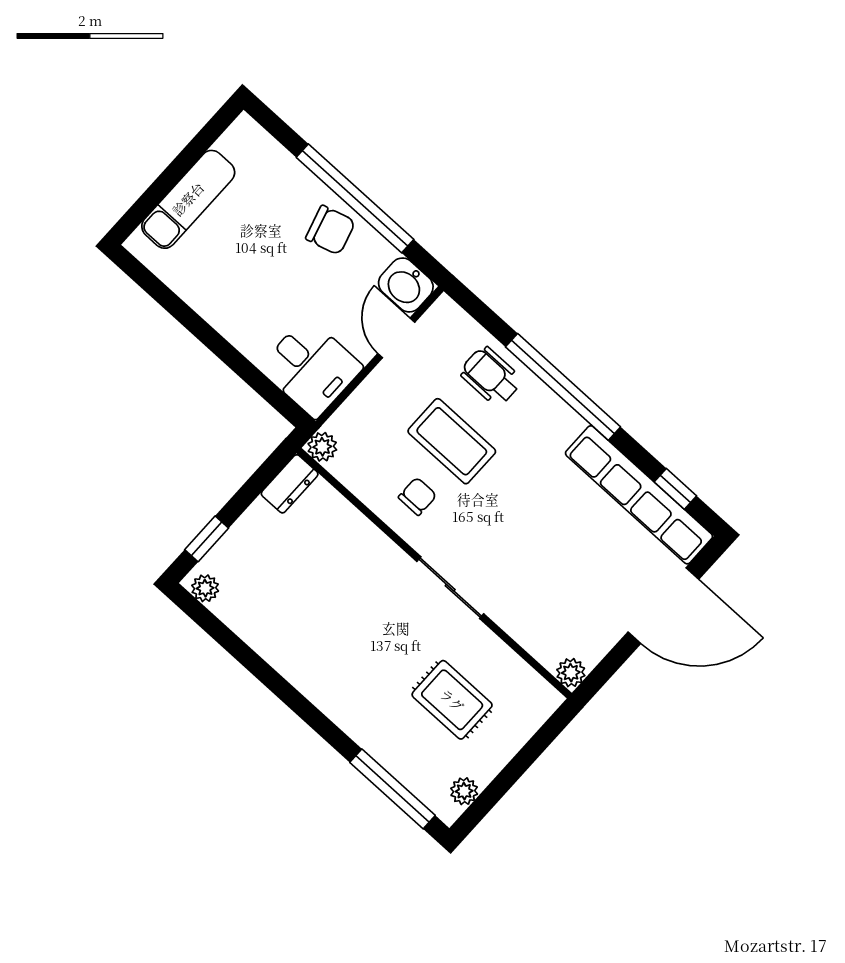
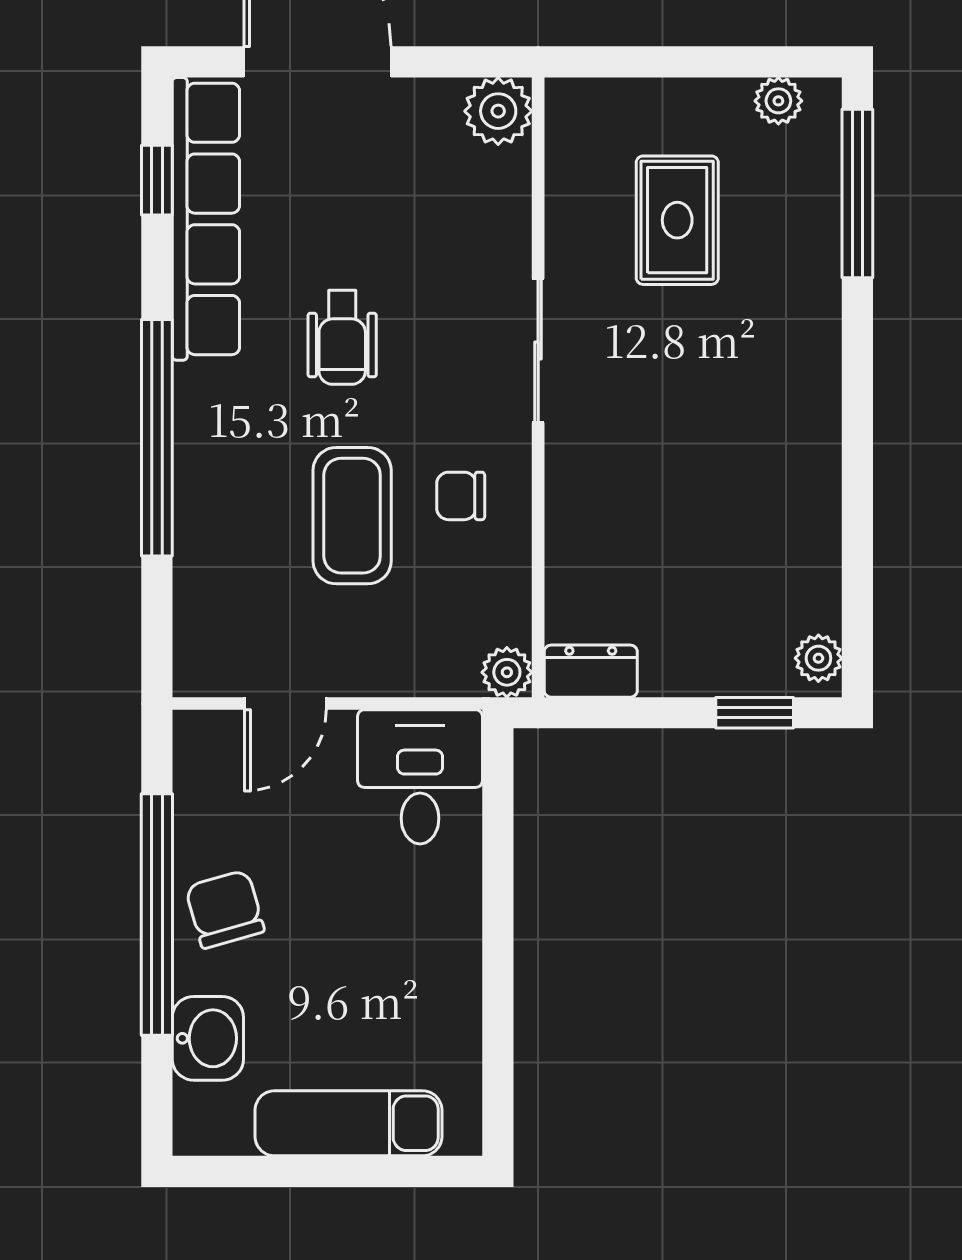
washbasin: (406, 285) -> (208, 1038), moved
wheelchair: (491, 376) -> (342, 337), moved
plant: (571, 673) -> (498, 111), width x1.38, depth x1.38

